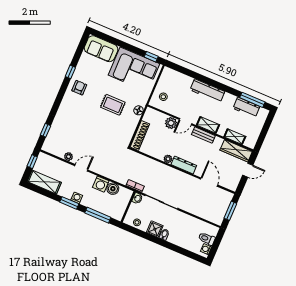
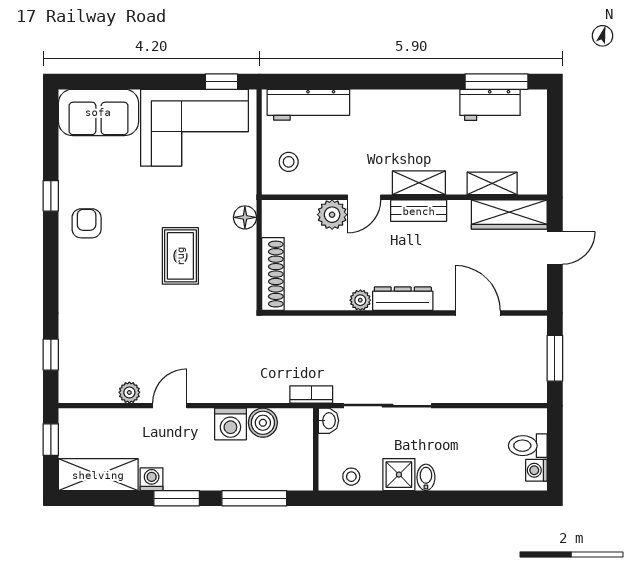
workbench: (207, 91) -> (308, 105), moved
rug: (113, 105) -> (180, 256), moved, turned 90
washing machine: (77, 198) -> (152, 479), moved

